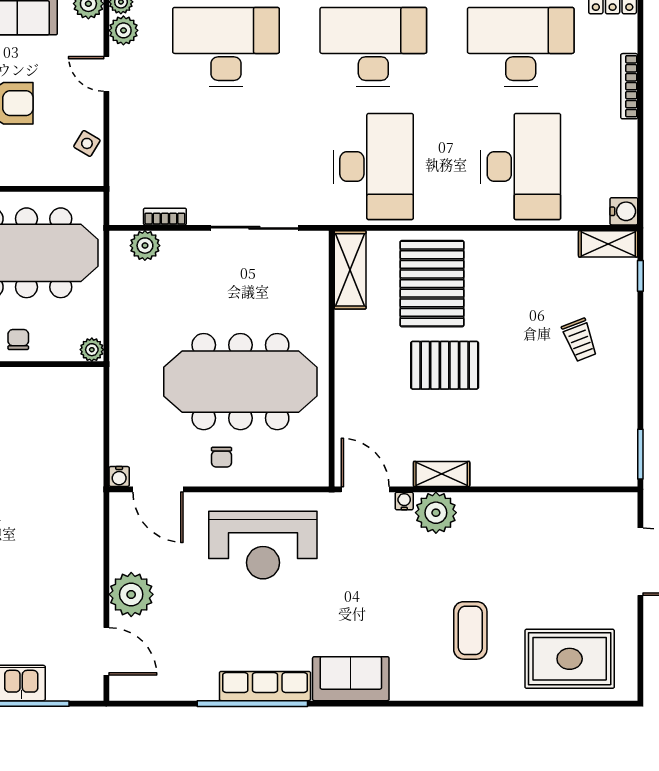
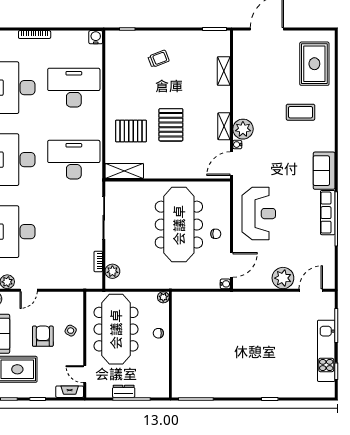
side table: (87, 143) -> (71, 331), moved
shelving: (608, 244) -> (224, 71), moved
pallet: (432, 284) -> (131, 131), width x0.73, depth x0.71

